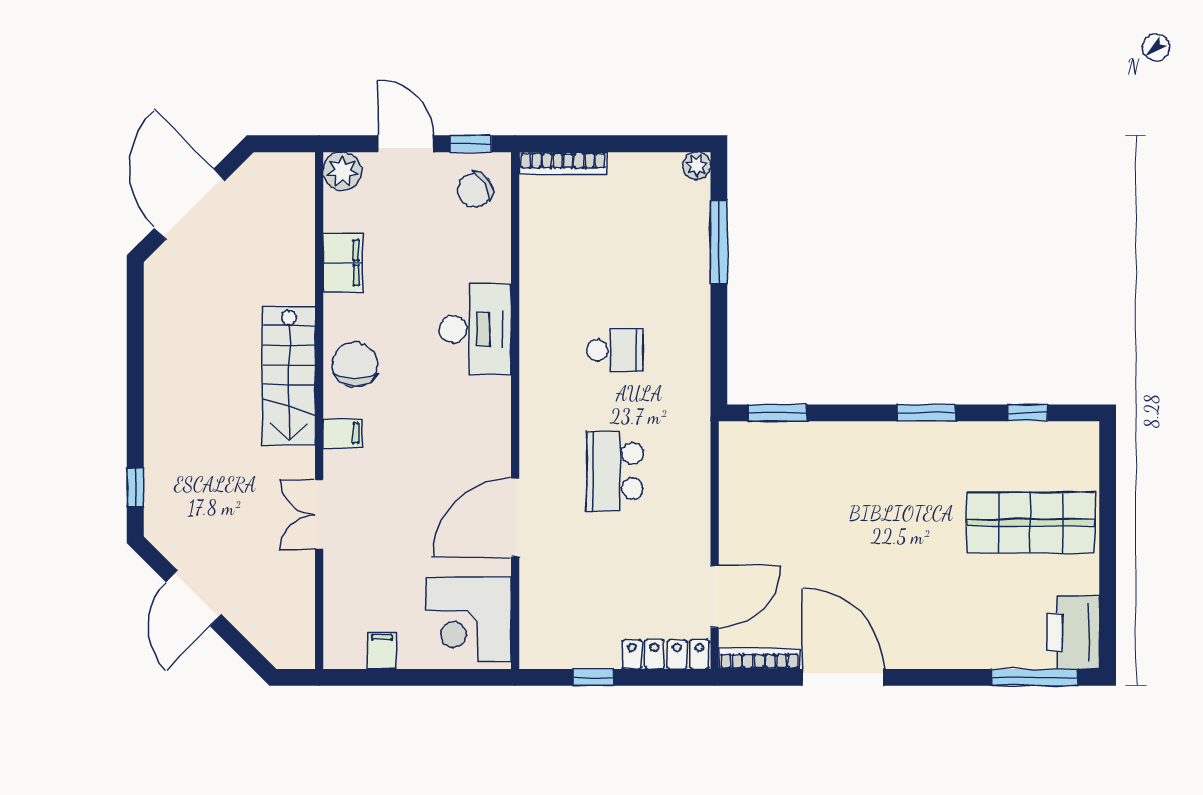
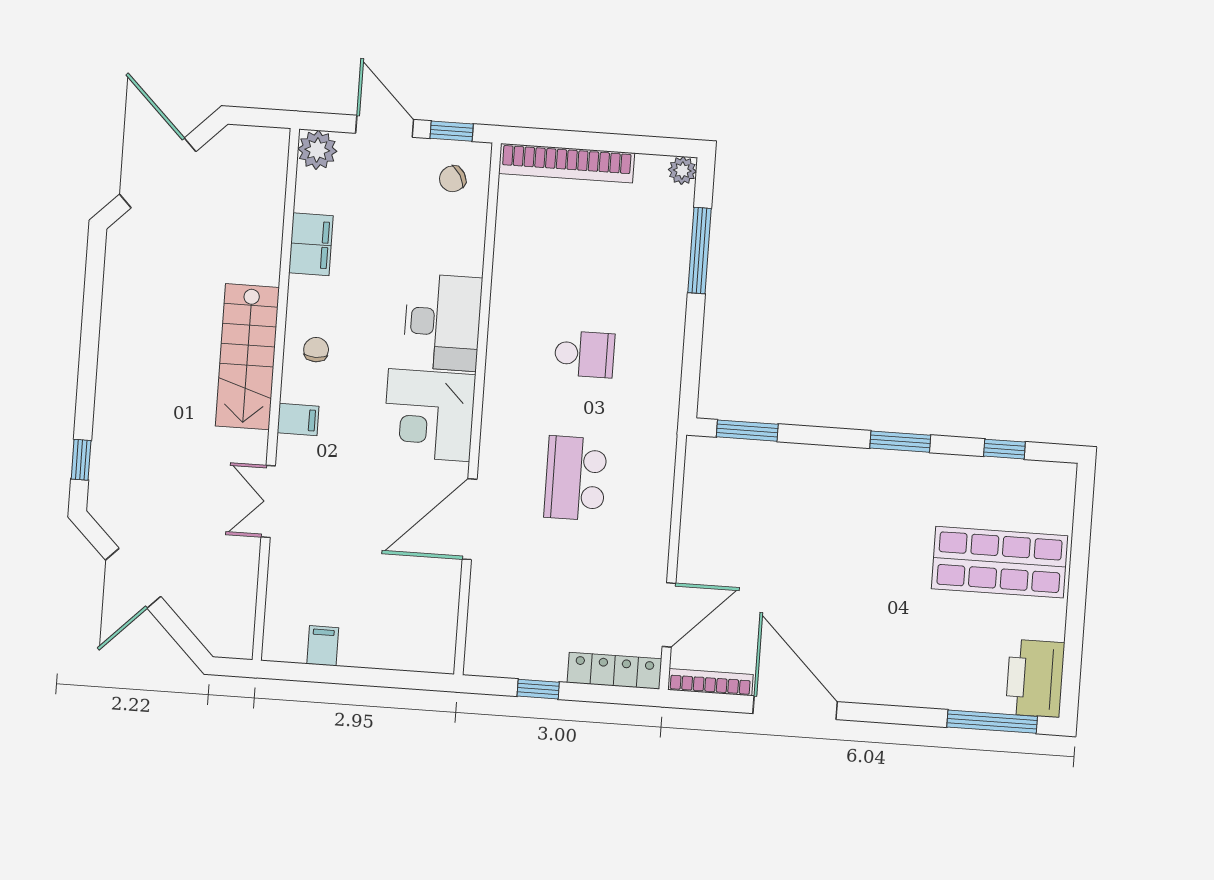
bookcase: (563, 163) -> (567, 163), width x1.48, depth x1.31
chair: (475, 190) -> (453, 179), width x0.73, depth x0.73
chair: (355, 364) -> (316, 350), width x0.54, depth x0.54
corner desk: (469, 619) -> (429, 415), moved

